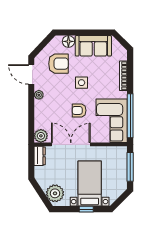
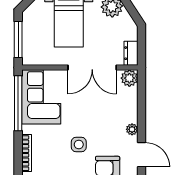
armchair: (79, 110) -> (82, 110), removed

